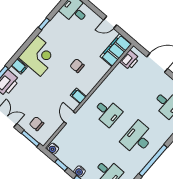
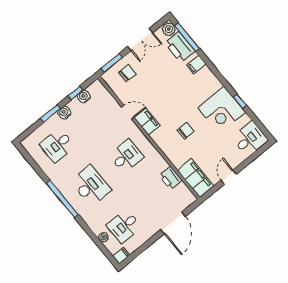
corner desk: (39, 56) -> (222, 110), moved
printer: (130, 60) -> (170, 178), moved
filing cabinet: (78, 96) -> (147, 122), width x2.00
desk: (107, 112) -> (126, 156), turned 180
water cooler: (53, 149) -> (84, 97), moved

